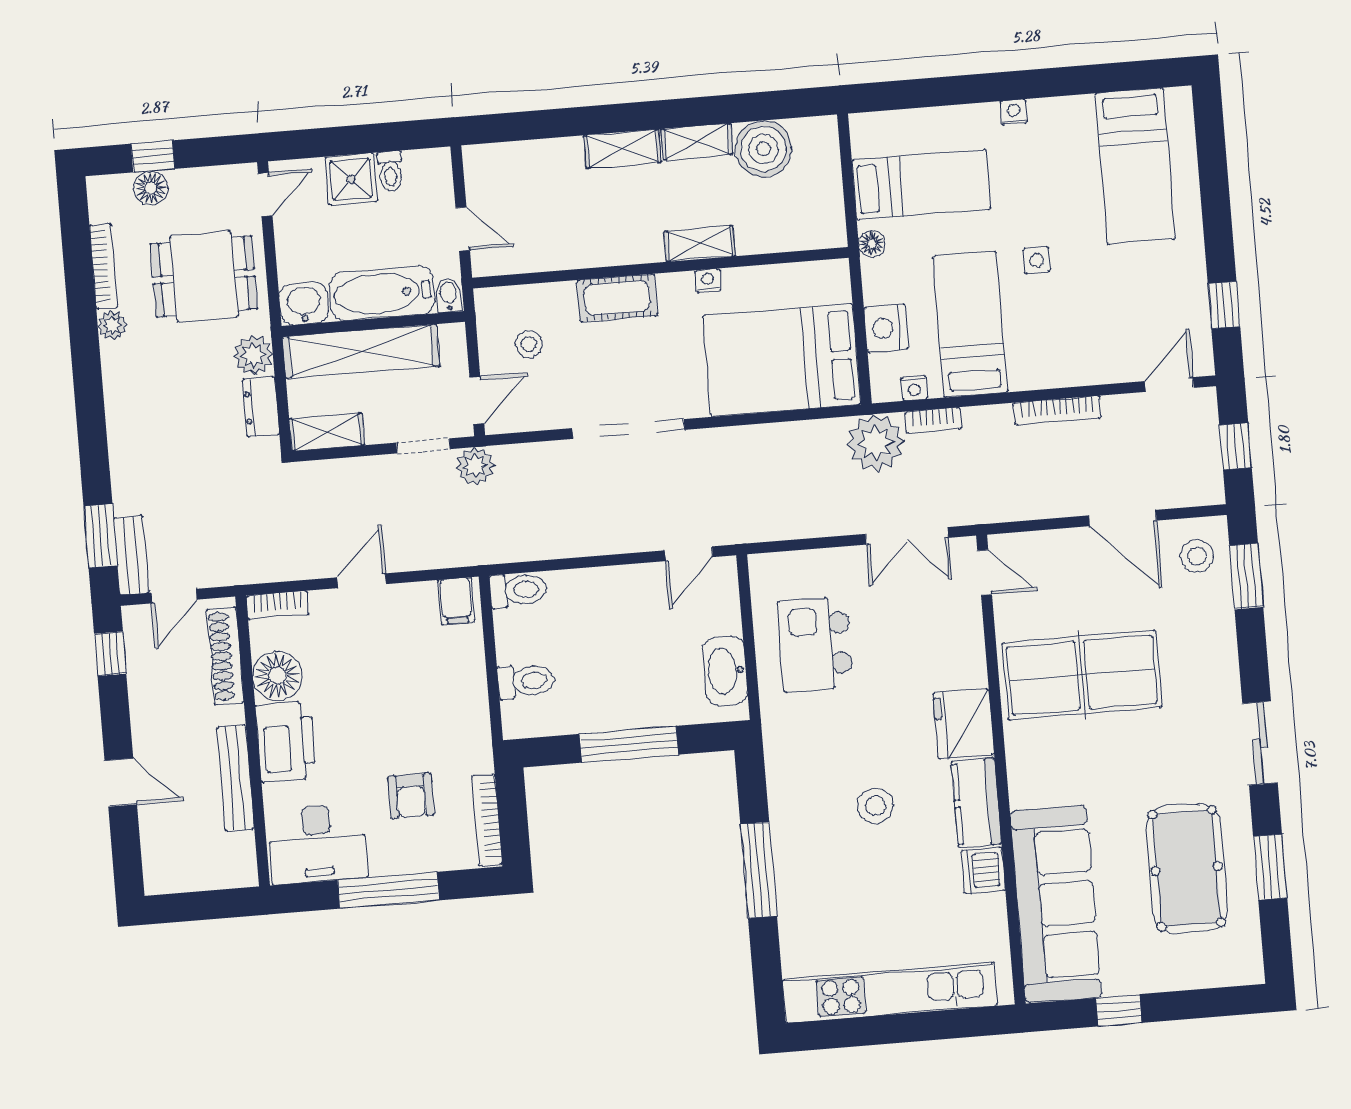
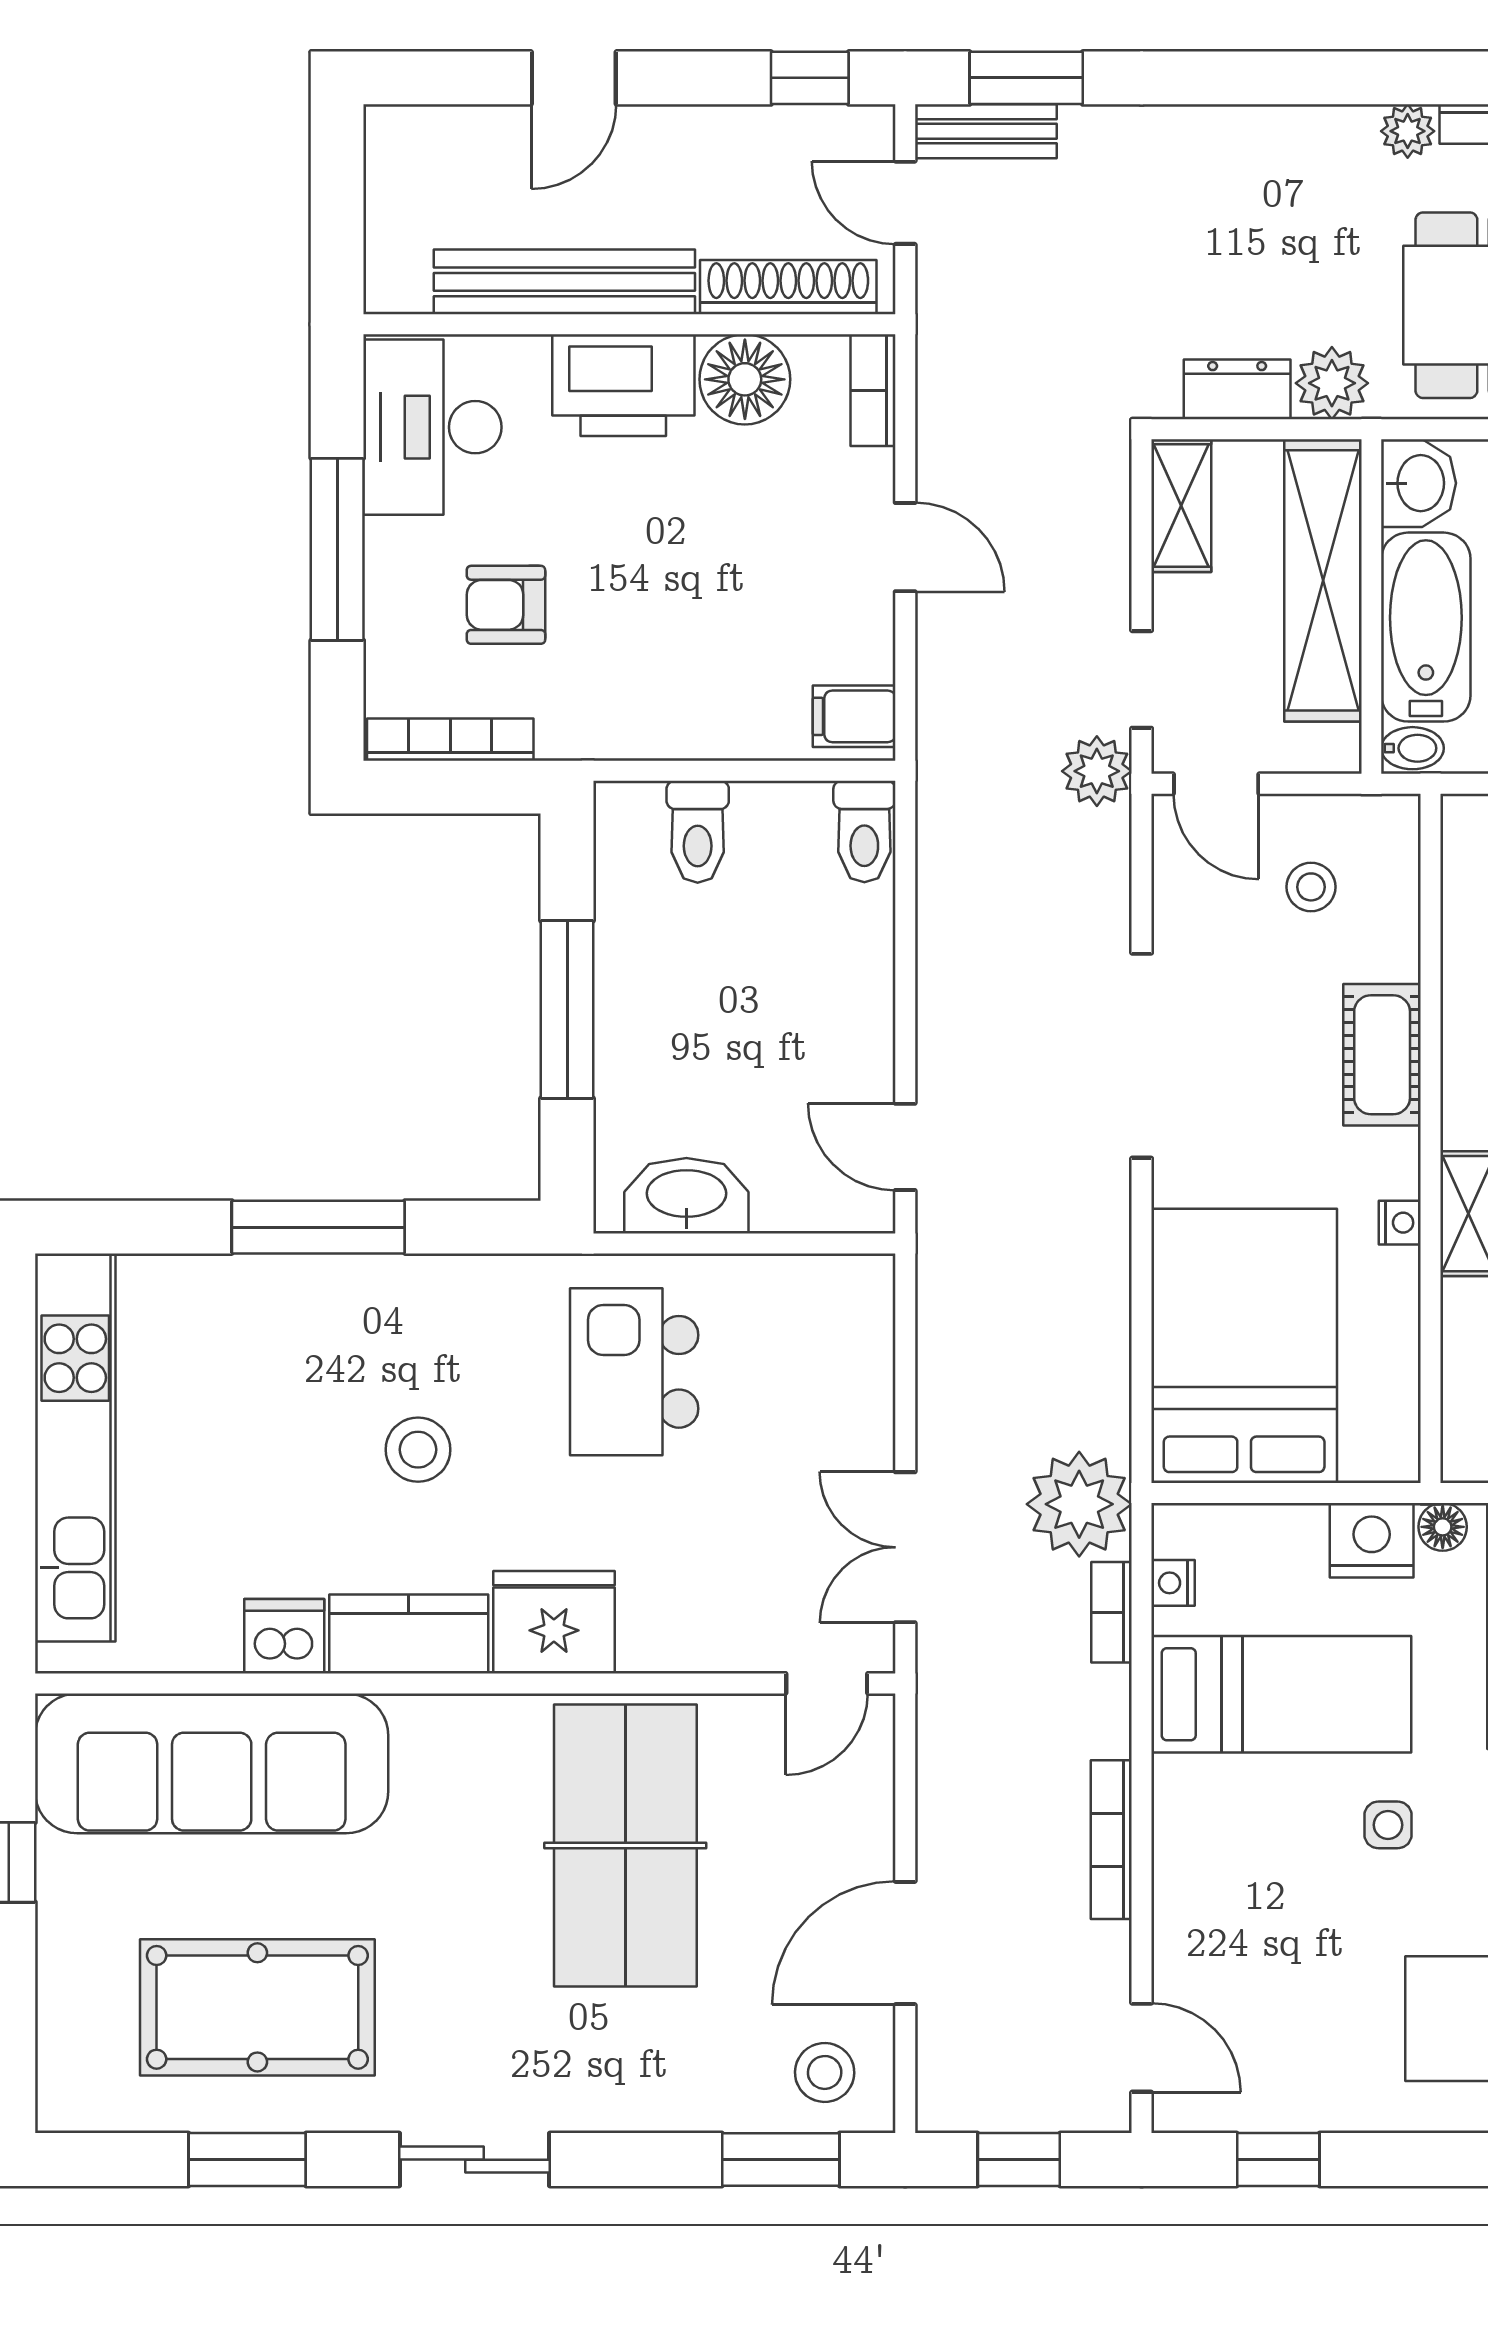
nightstand: (886, 328) -> (1372, 1540), moved
kitchen island: (816, 644) -> (634, 1372), moved, turned -90
bench: (235, 778) -> (564, 282), width x1.37, depth x1.21

